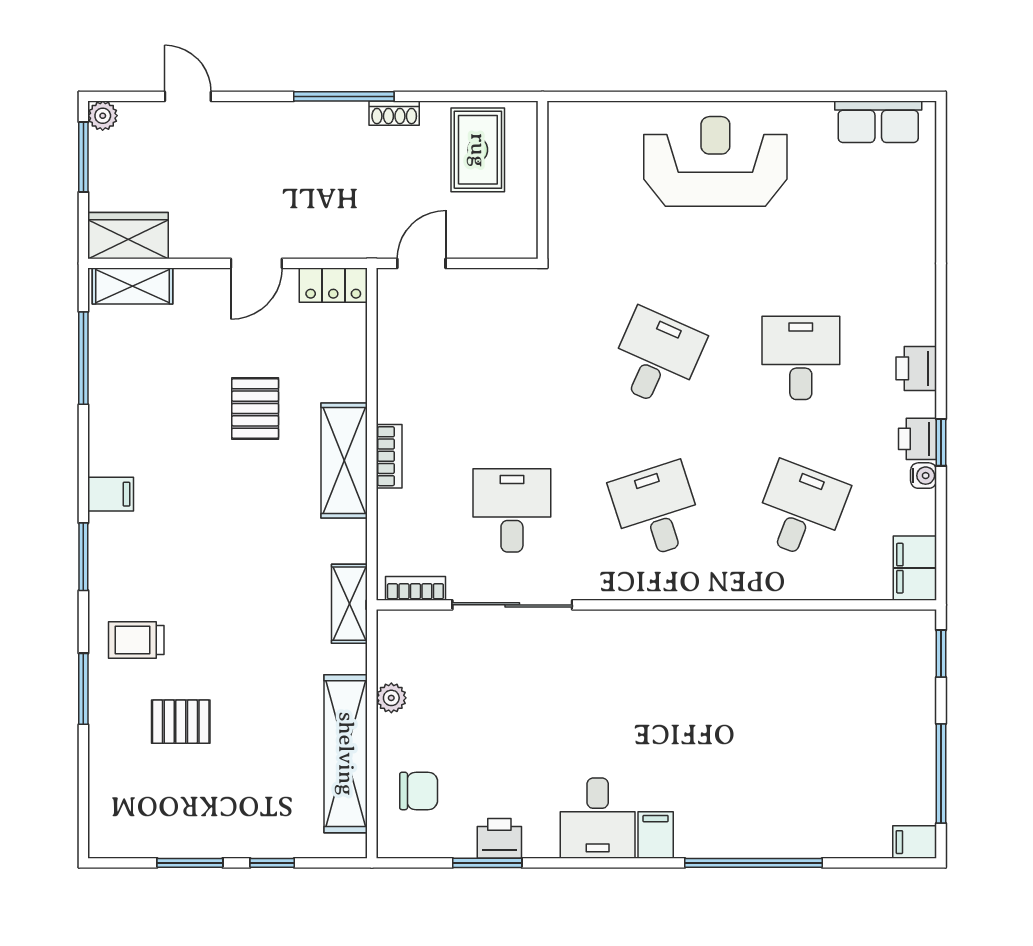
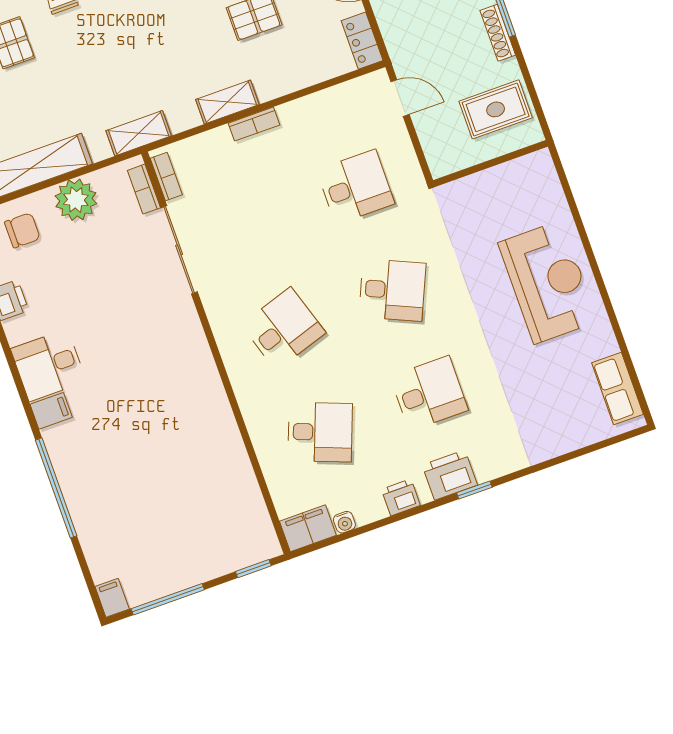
shoe rack: (394, 113) -> (498, 33), width x1.43
printer: (916, 368) -> (450, 475), width x1.36, depth x1.24
window: (941, 442) -> (474, 490), moved
shelving: (344, 461) -> (227, 102), width x0.67, depth x0.75
water cooler: (924, 476) -> (344, 522), moved
desk: (512, 510) -> (356, 187), moved
bookcase: (421, 622) -> (144, 189), added
plant: (391, 698) -> (76, 200), width x1.88, depth x1.88
chair: (419, 791) -> (22, 230), turned -90

